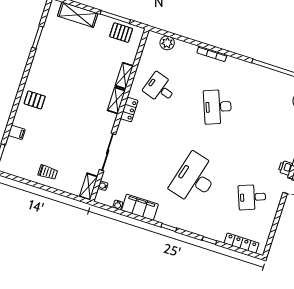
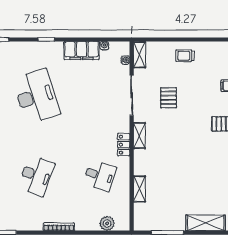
pallet: (121, 33) -> (168, 98), moved, turned 90
shelving: (124, 76) -> (139, 189), moved
shelving: (116, 100) -> (139, 136), moved
desk: (217, 107) -> (36, 176), turned 42
desk: (194, 179) -> (36, 96), turned -33

